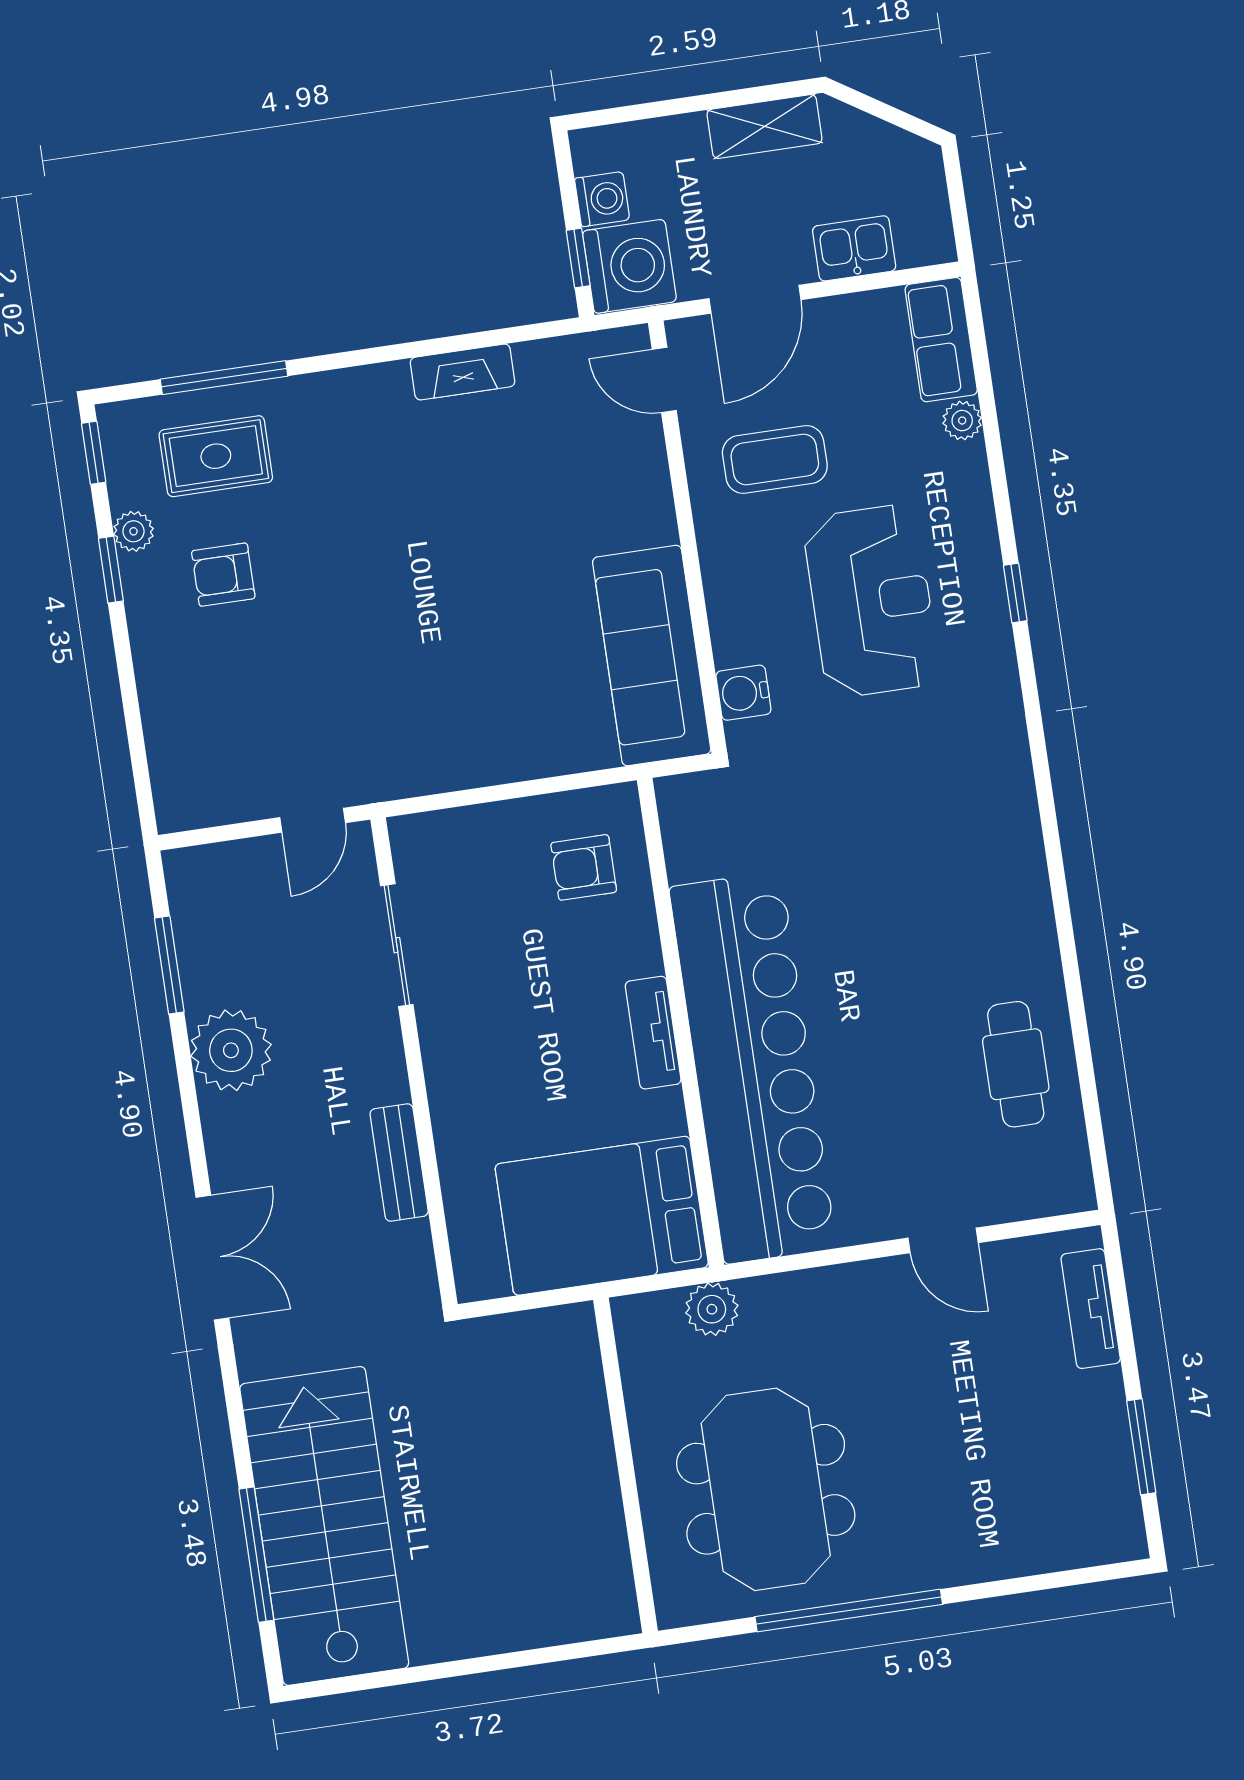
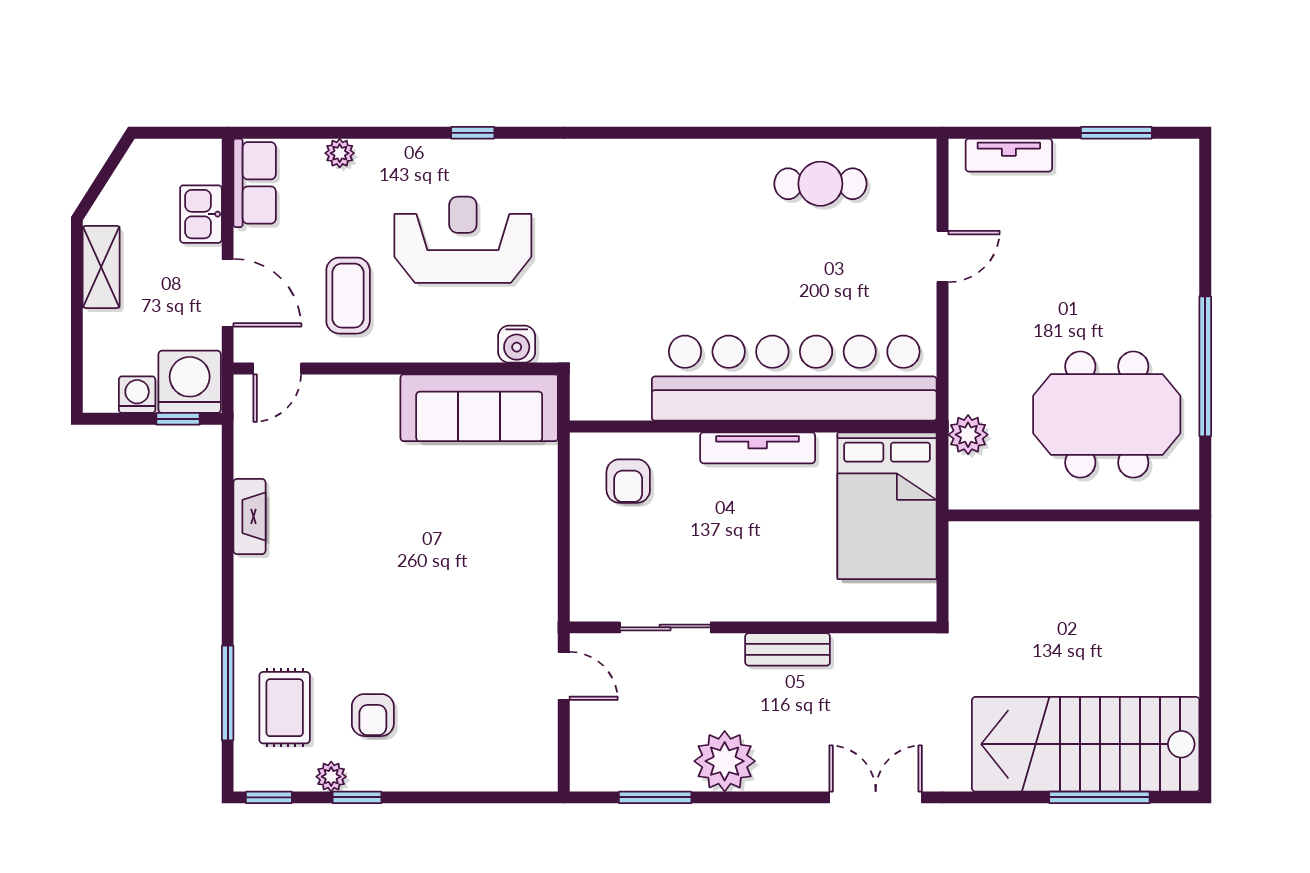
row of seats: (941, 340) -> (255, 183), moved, turned -90
tv unit: (653, 1033) -> (758, 448), width x1.41
bench: (399, 1163) -> (788, 649), moved

